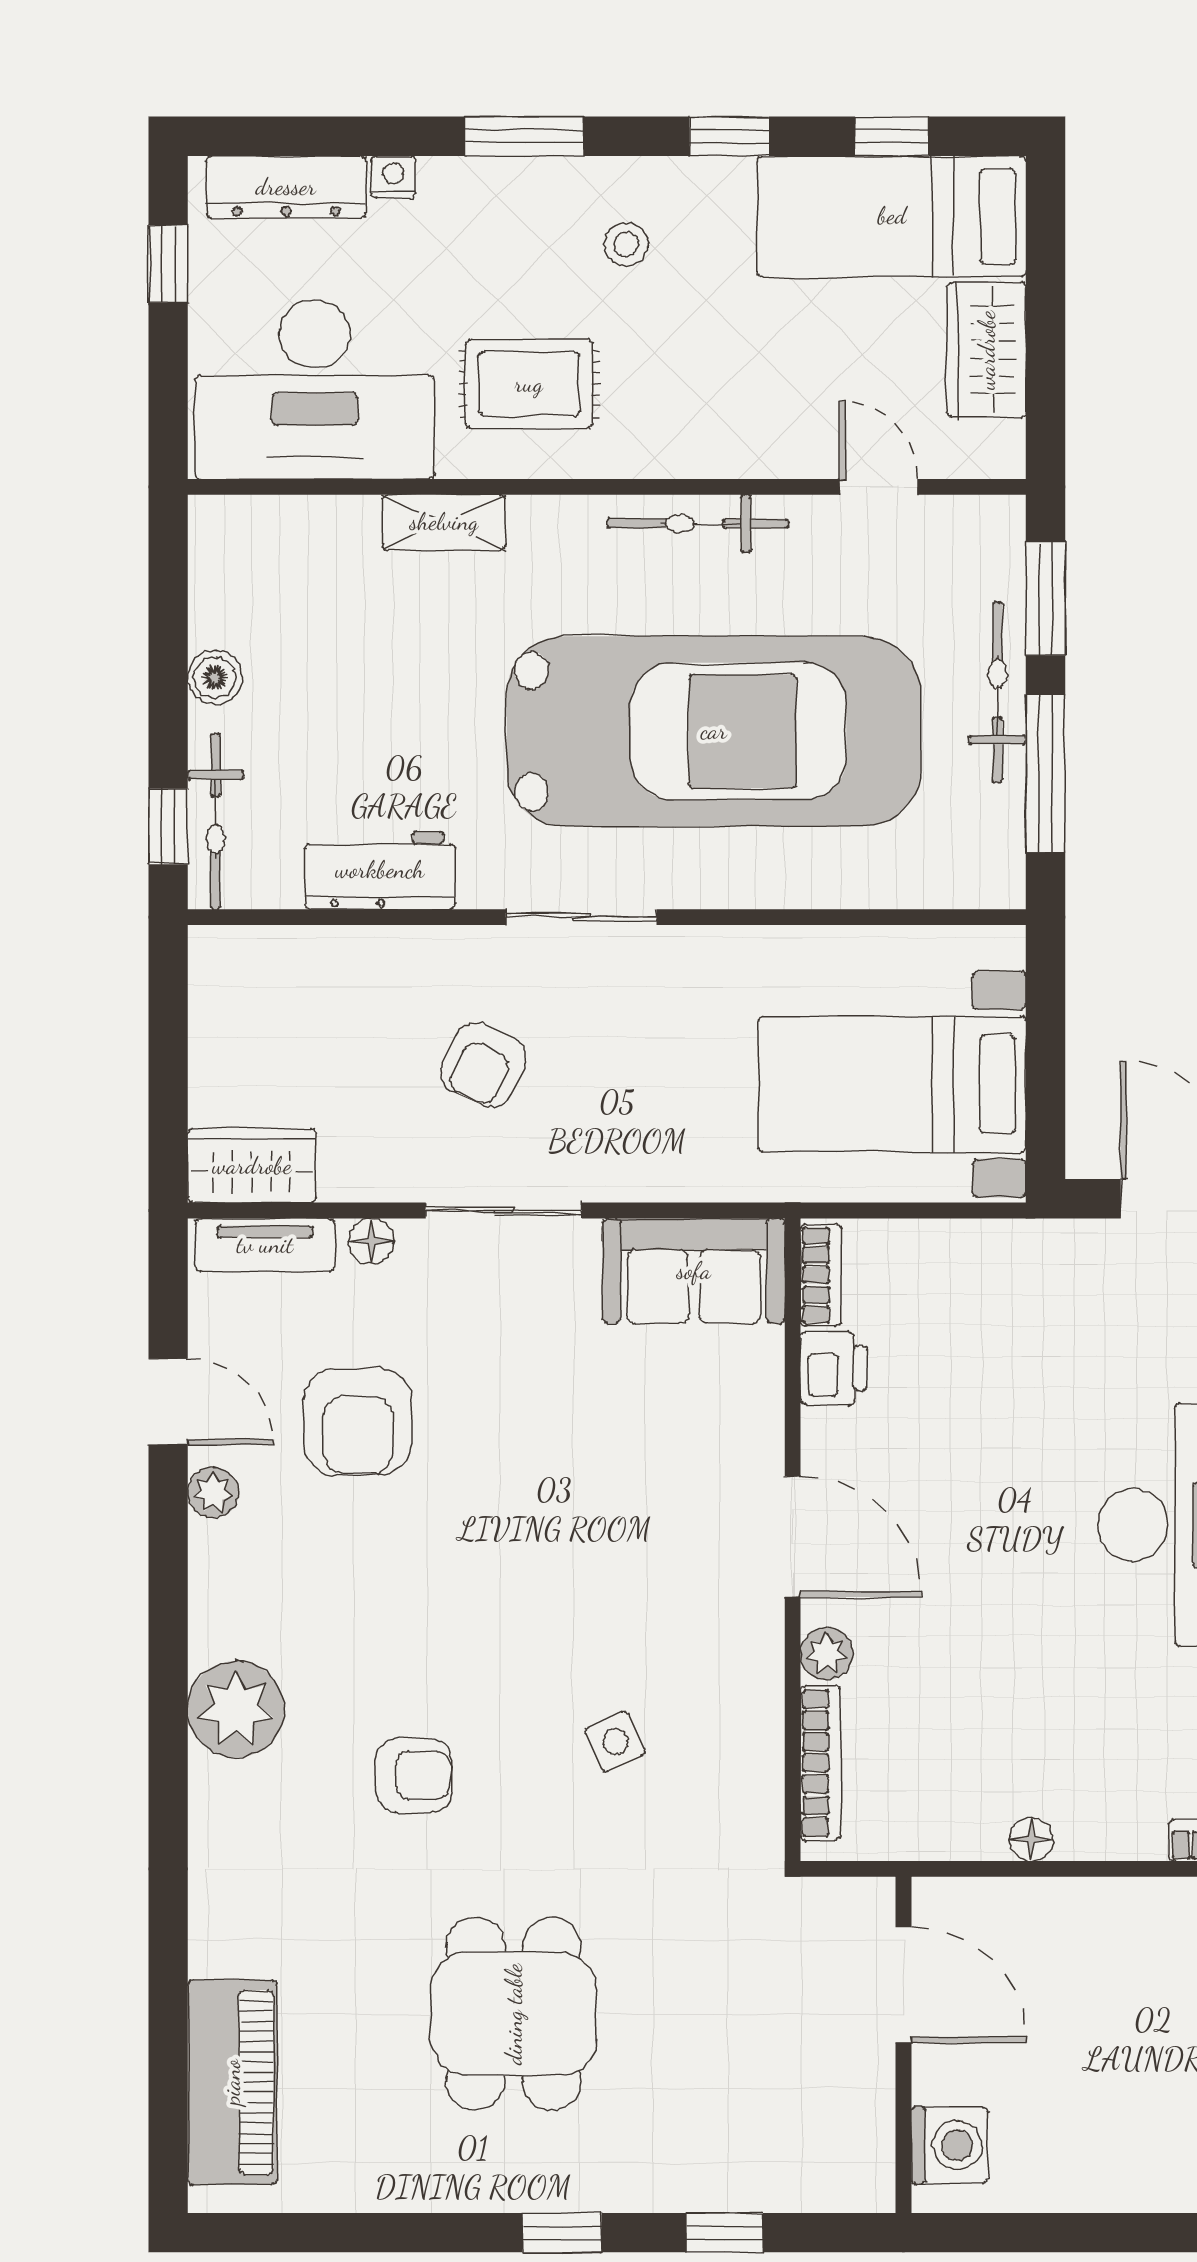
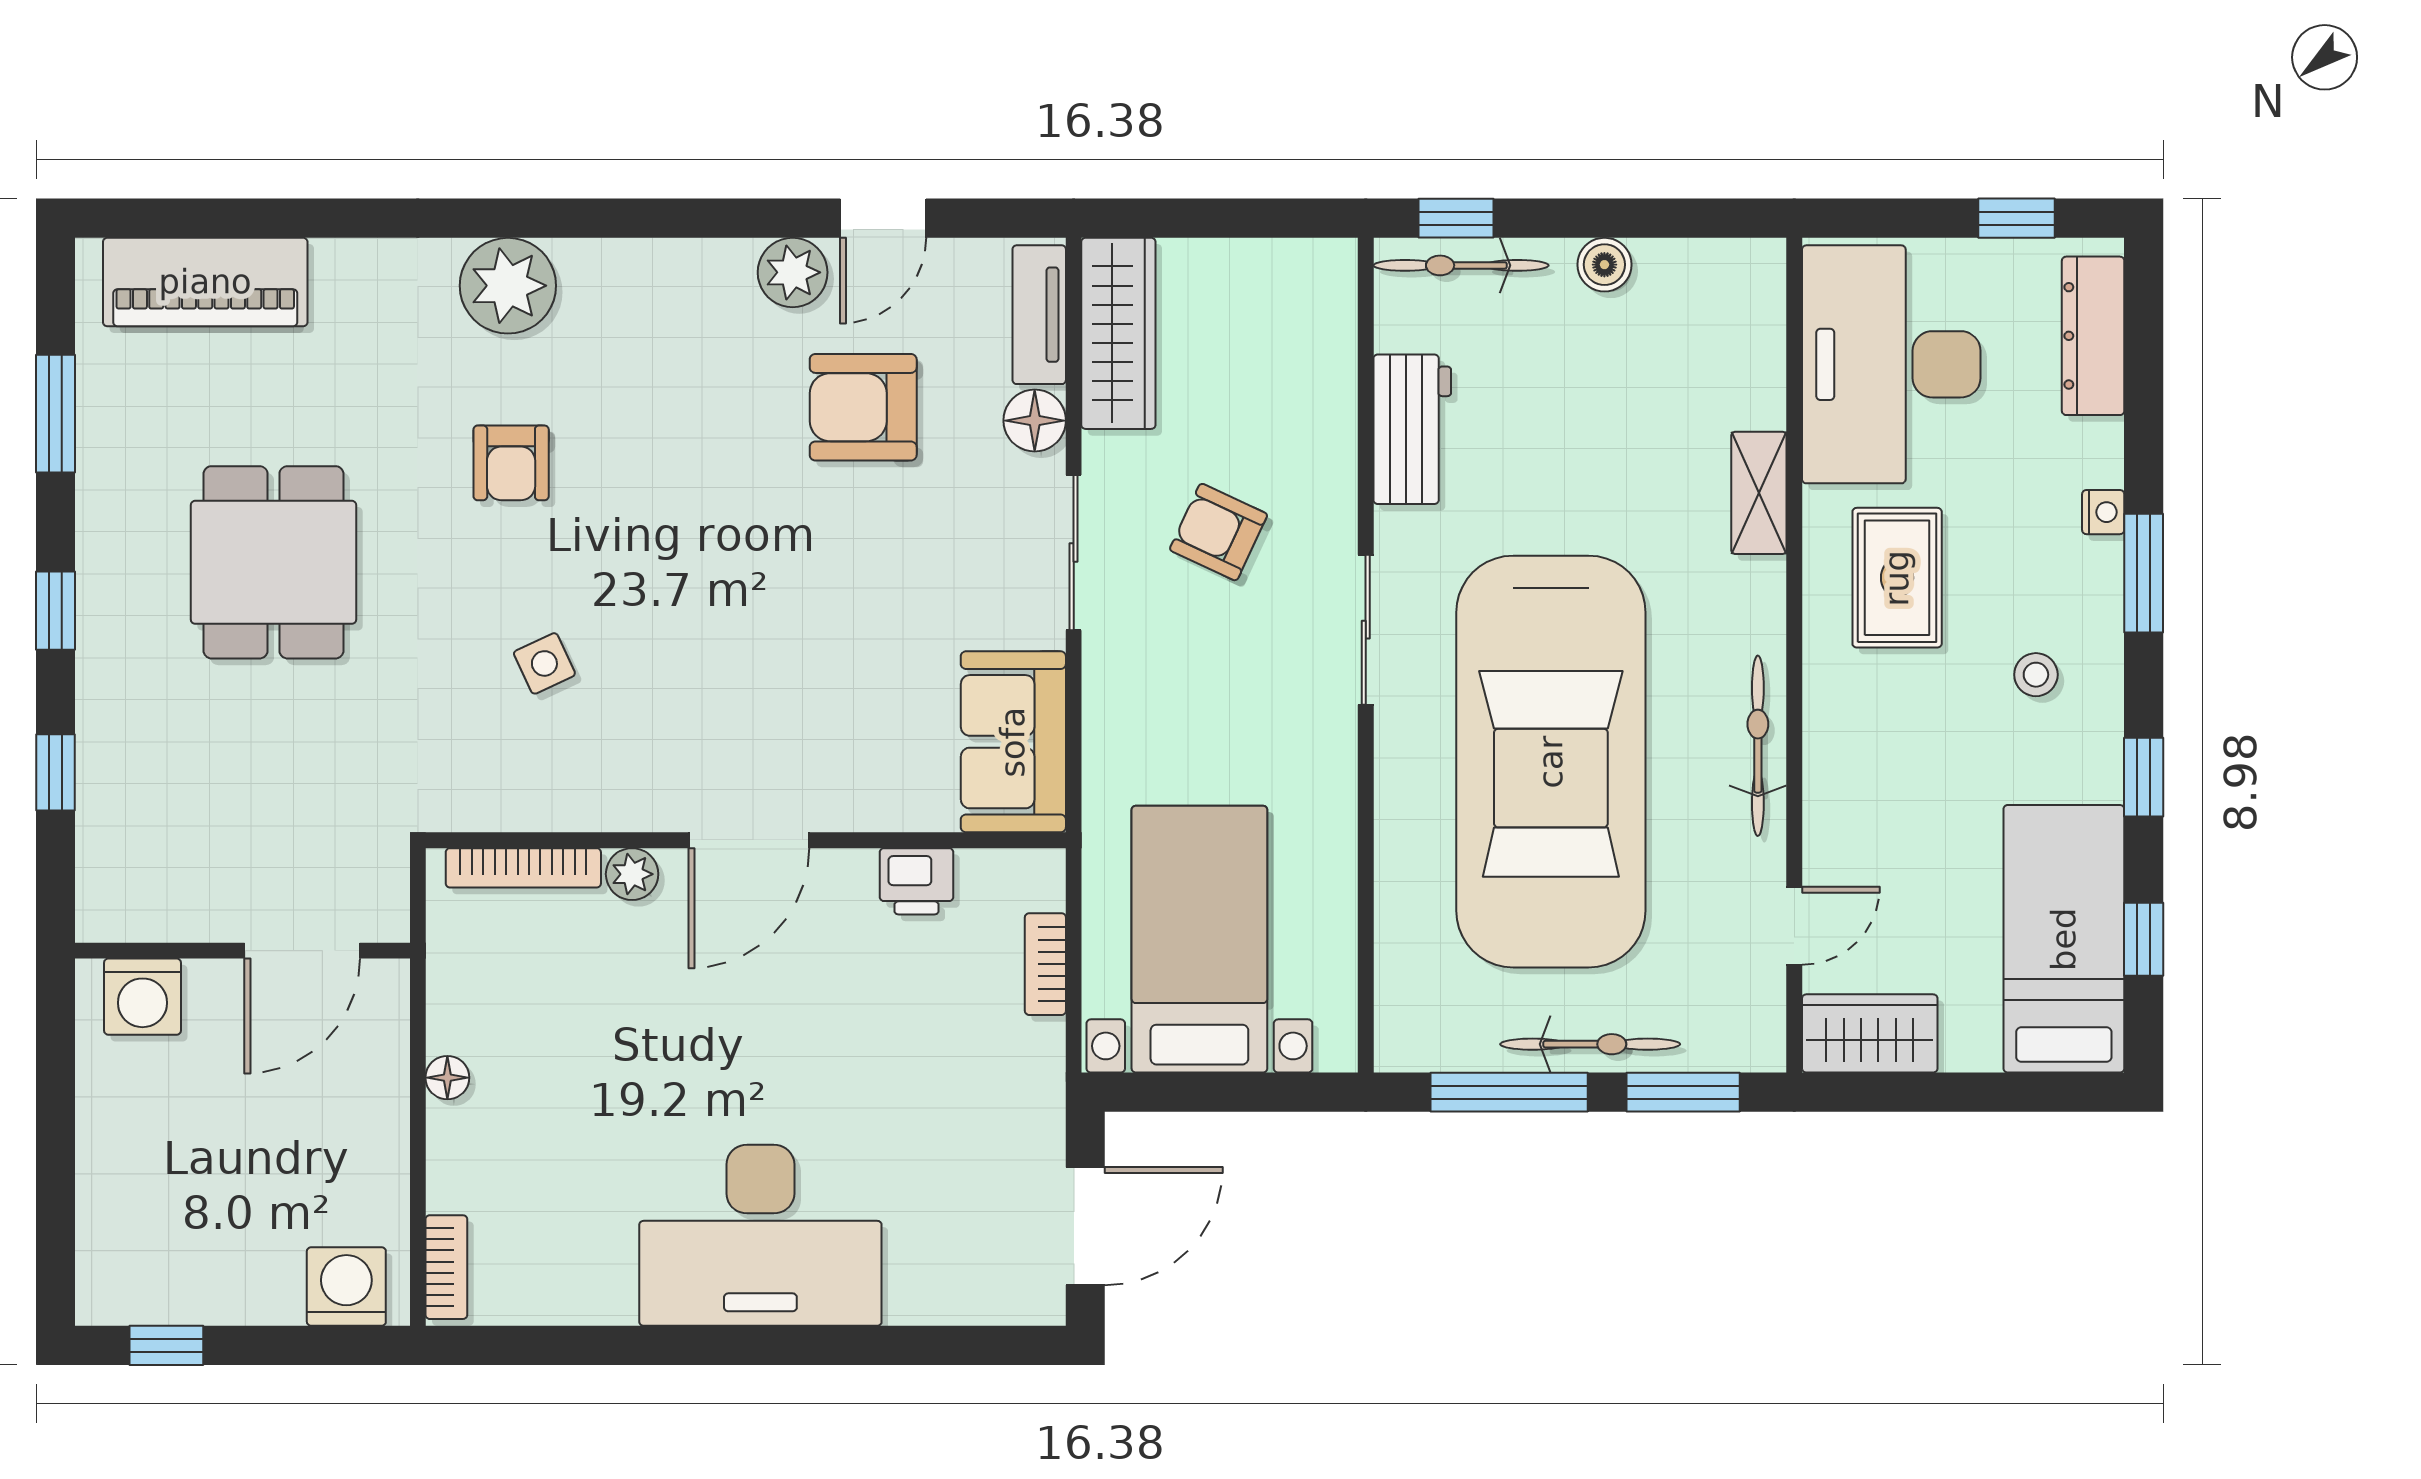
nightstand: (393, 177) -> (2103, 512), moved
wardrobe: (987, 350) -> (1870, 1033), moved
wardrobe: (252, 1166) -> (1118, 333), width x1.50
floor lamp: (371, 1241) -> (1035, 421), width x1.37, depth x1.37
bookcase: (821, 1275) -> (1045, 964), moved, turned 90
plant: (213, 1493) -> (793, 272), width x1.38, depth x1.38
plant: (236, 1709) -> (508, 286), moved
dining table: (514, 2014) -> (273, 562), turned 90
window: (364, 2233) -> (55, 414), added

